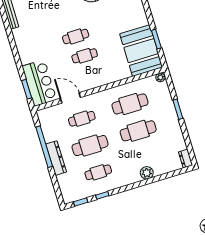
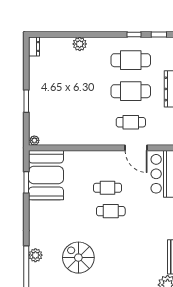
cafe table: (130, 104) -> (75, 122), removed
cafe table: (138, 131) -> (75, 91), removed
cafe table: (98, 172) -> (131, 60), width x1.37, depth x1.35

